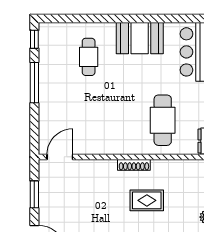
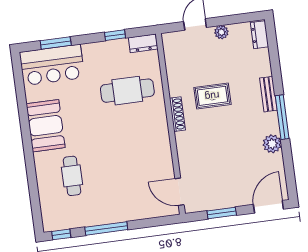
cafe table: (89, 57) -> (72, 176), turned 90
rug: (147, 200) -> (212, 96), turned 90

